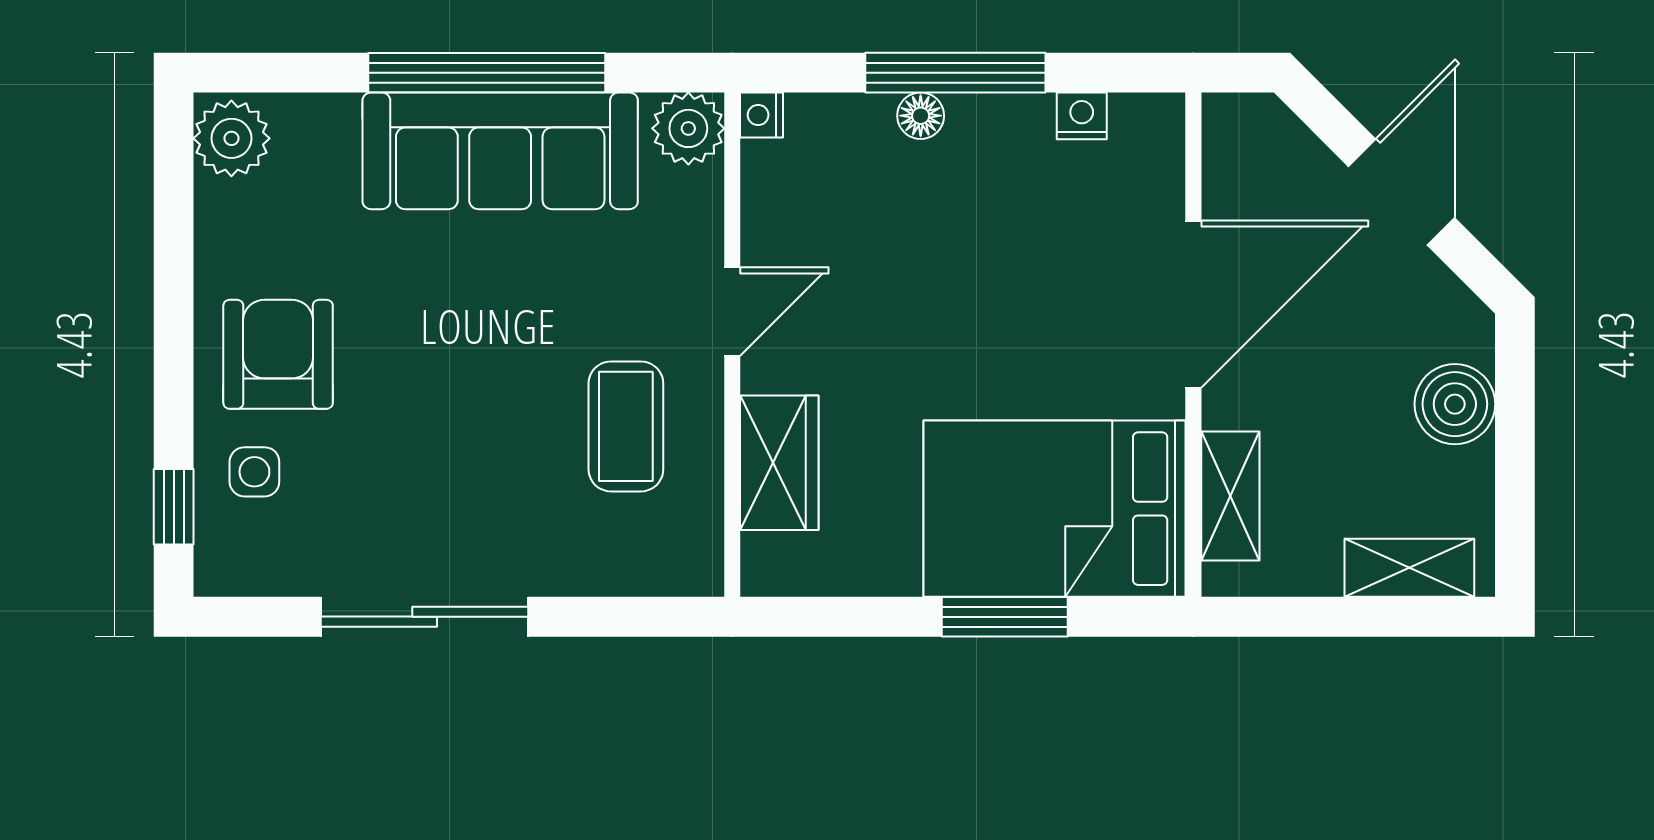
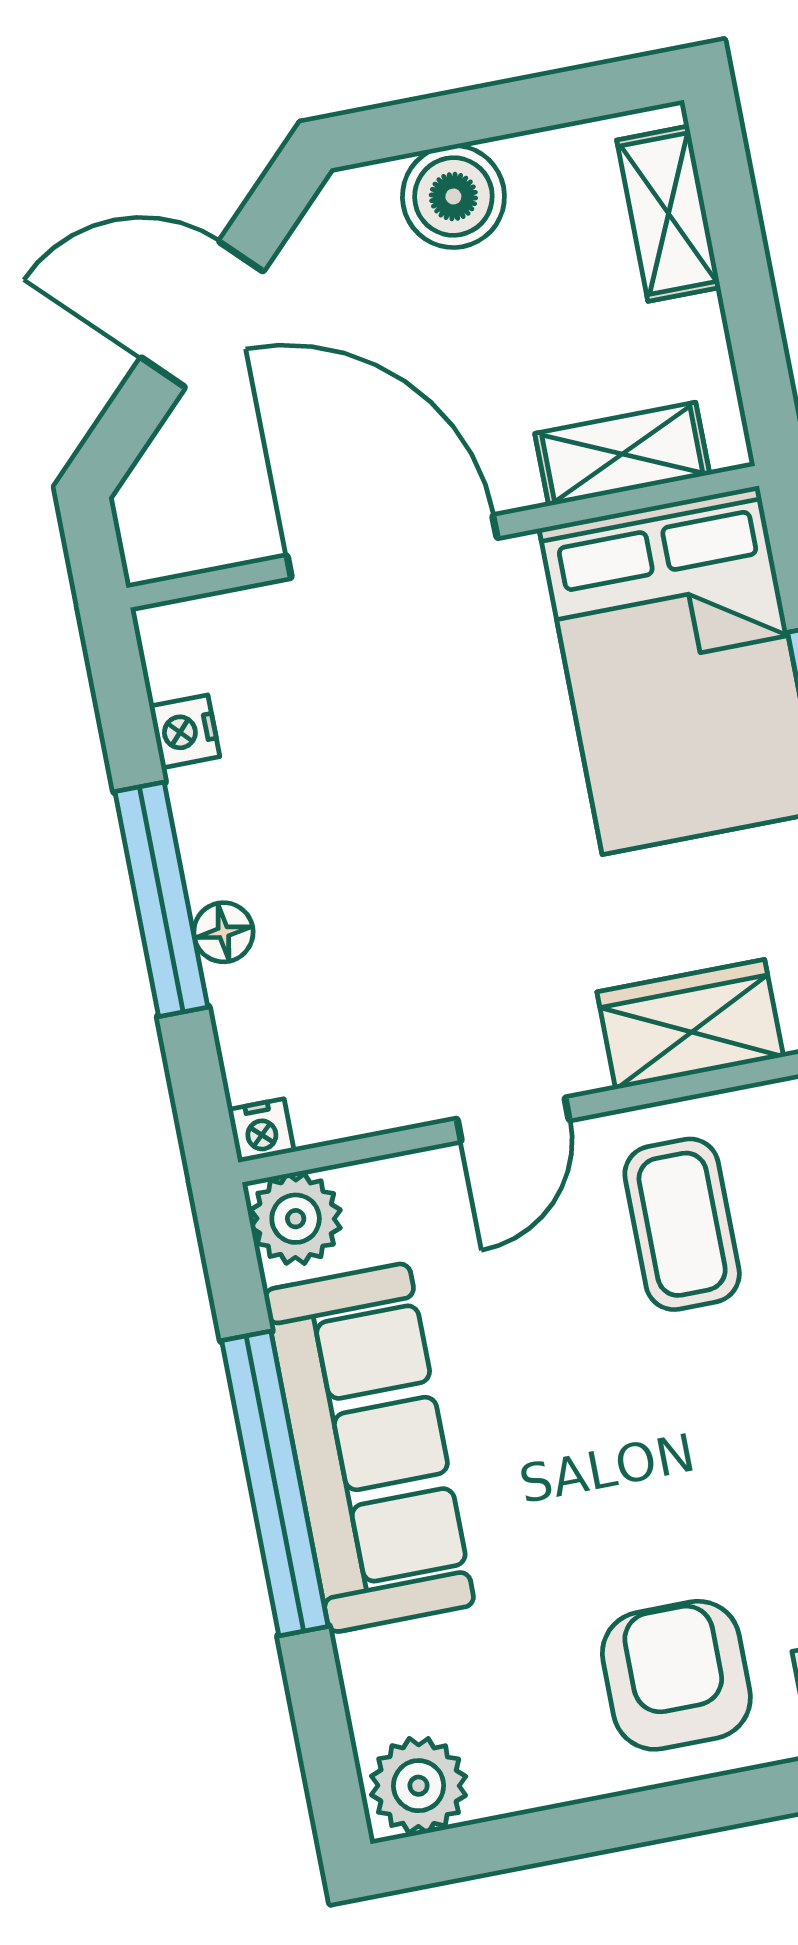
door: (732, 312) -> (513, 1119), swing flipped
armchair: (278, 354) -> (676, 1675), turned 90
coffee table: (626, 426) -> (682, 1224), turned 90

